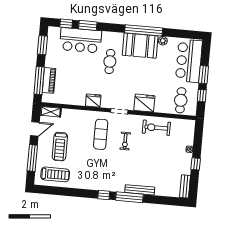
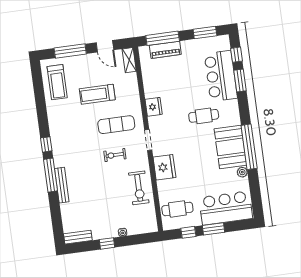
exercise bike: (156, 128) -> (139, 188), turned 180
treadmill: (60, 147) -> (97, 94), moved

